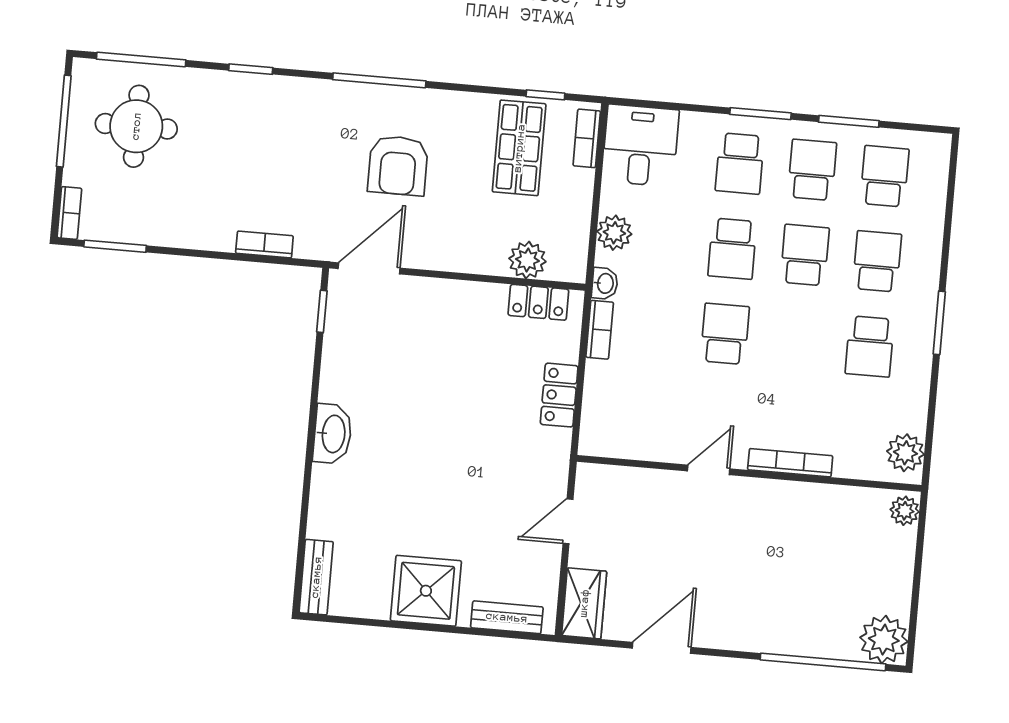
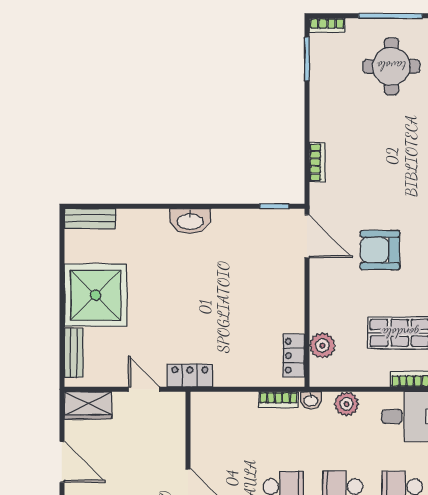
locker: (559, 395) -> (190, 376), moved
shower: (426, 591) -> (96, 295), width x1.37, depth x1.37

